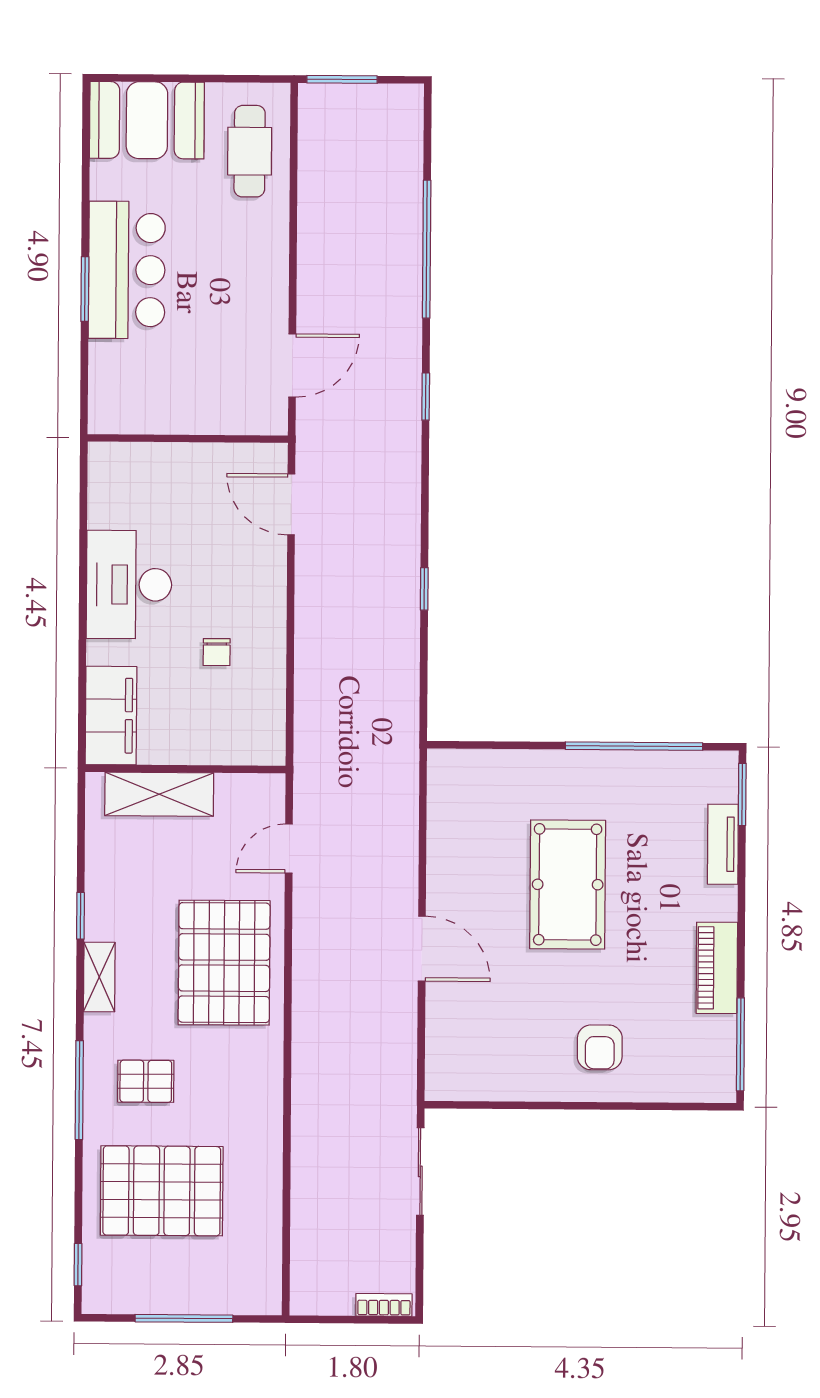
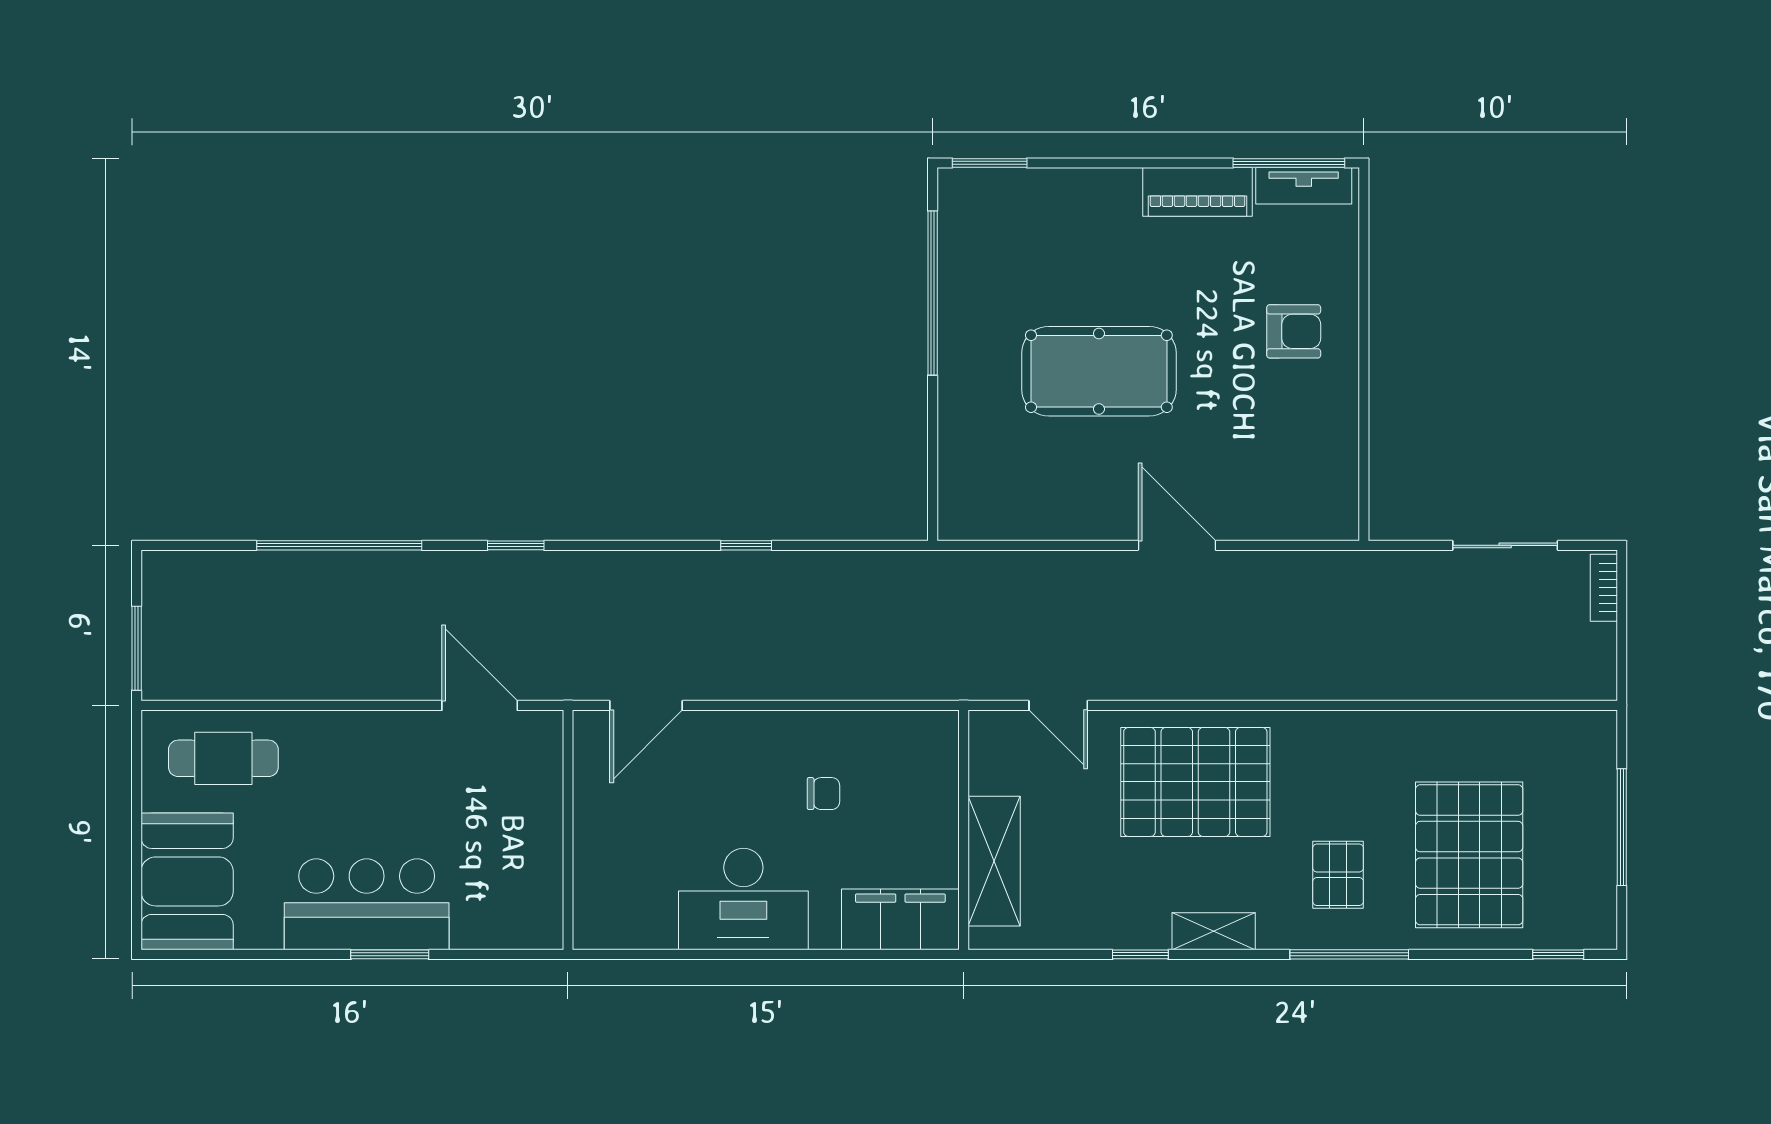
tv unit: (723, 844) -> (1304, 186), moved
door: (422, 949) -> (1177, 545), hinge flipped
sliding door: (420, 1171) -> (1505, 545), moved

